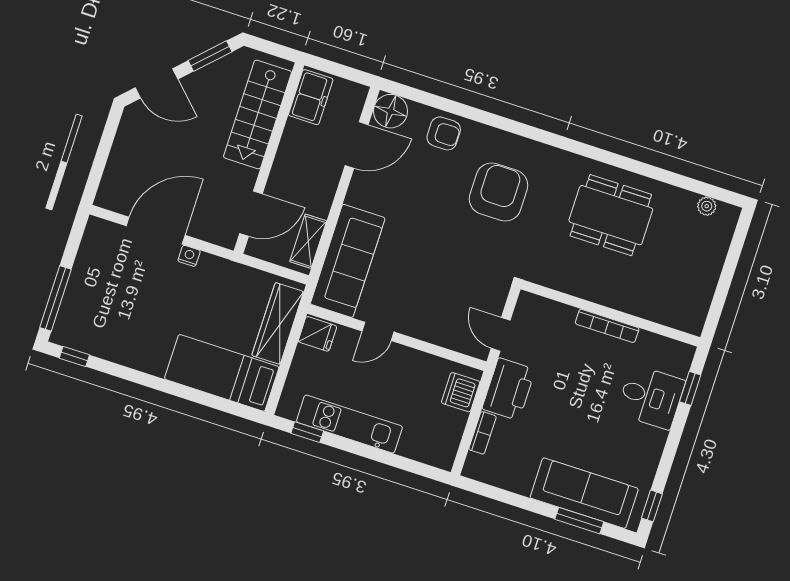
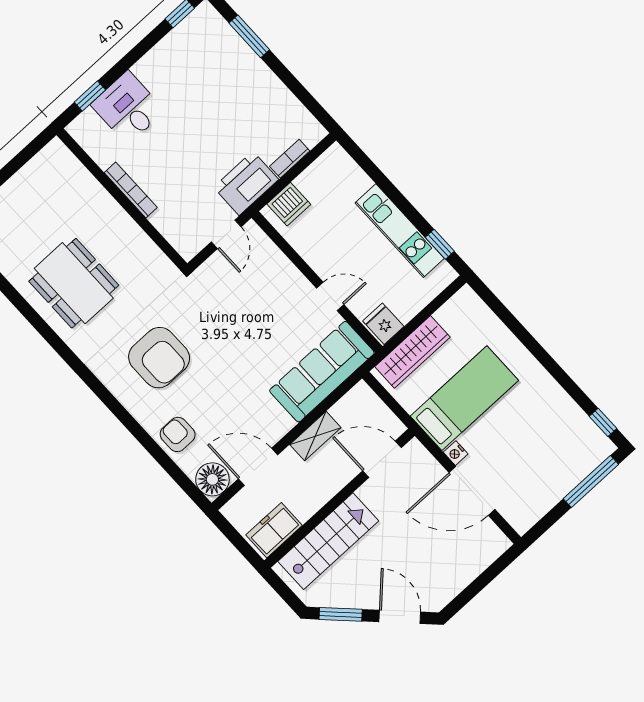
armchair: (498, 192) -> (159, 358), turned -90
shelving: (308, 241) -> (315, 436), moved
bed: (222, 373) -> (464, 398), moved, turned -90
sofa: (584, 493) -> (232, 57), removed

